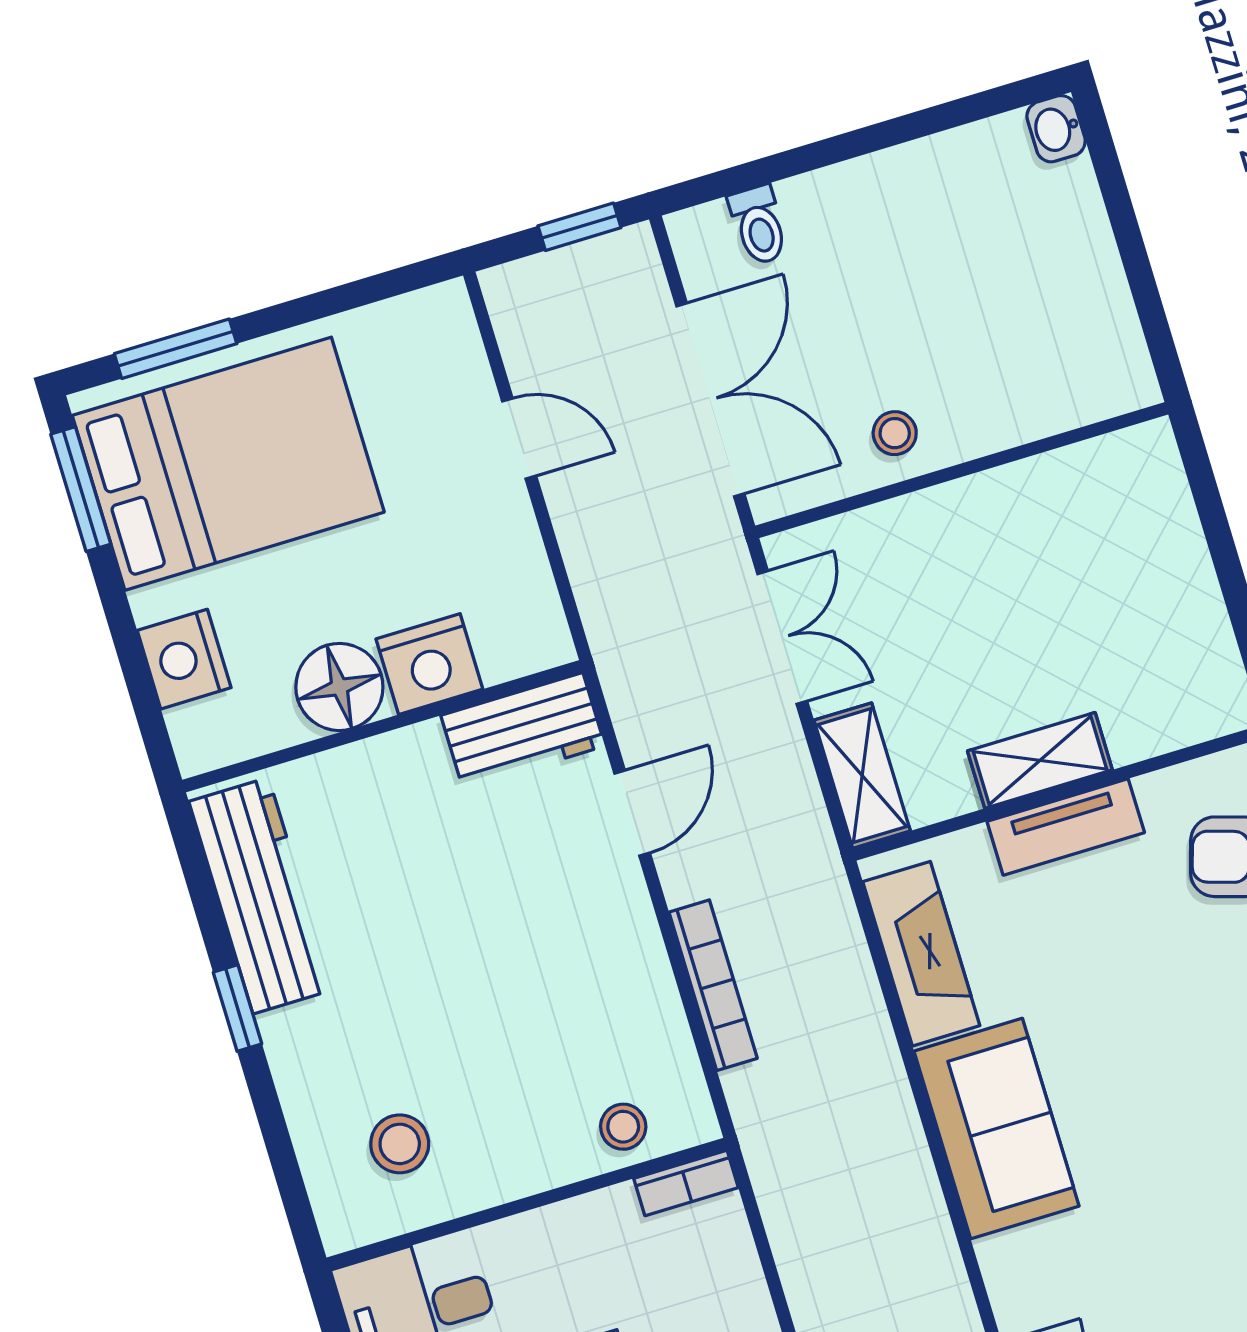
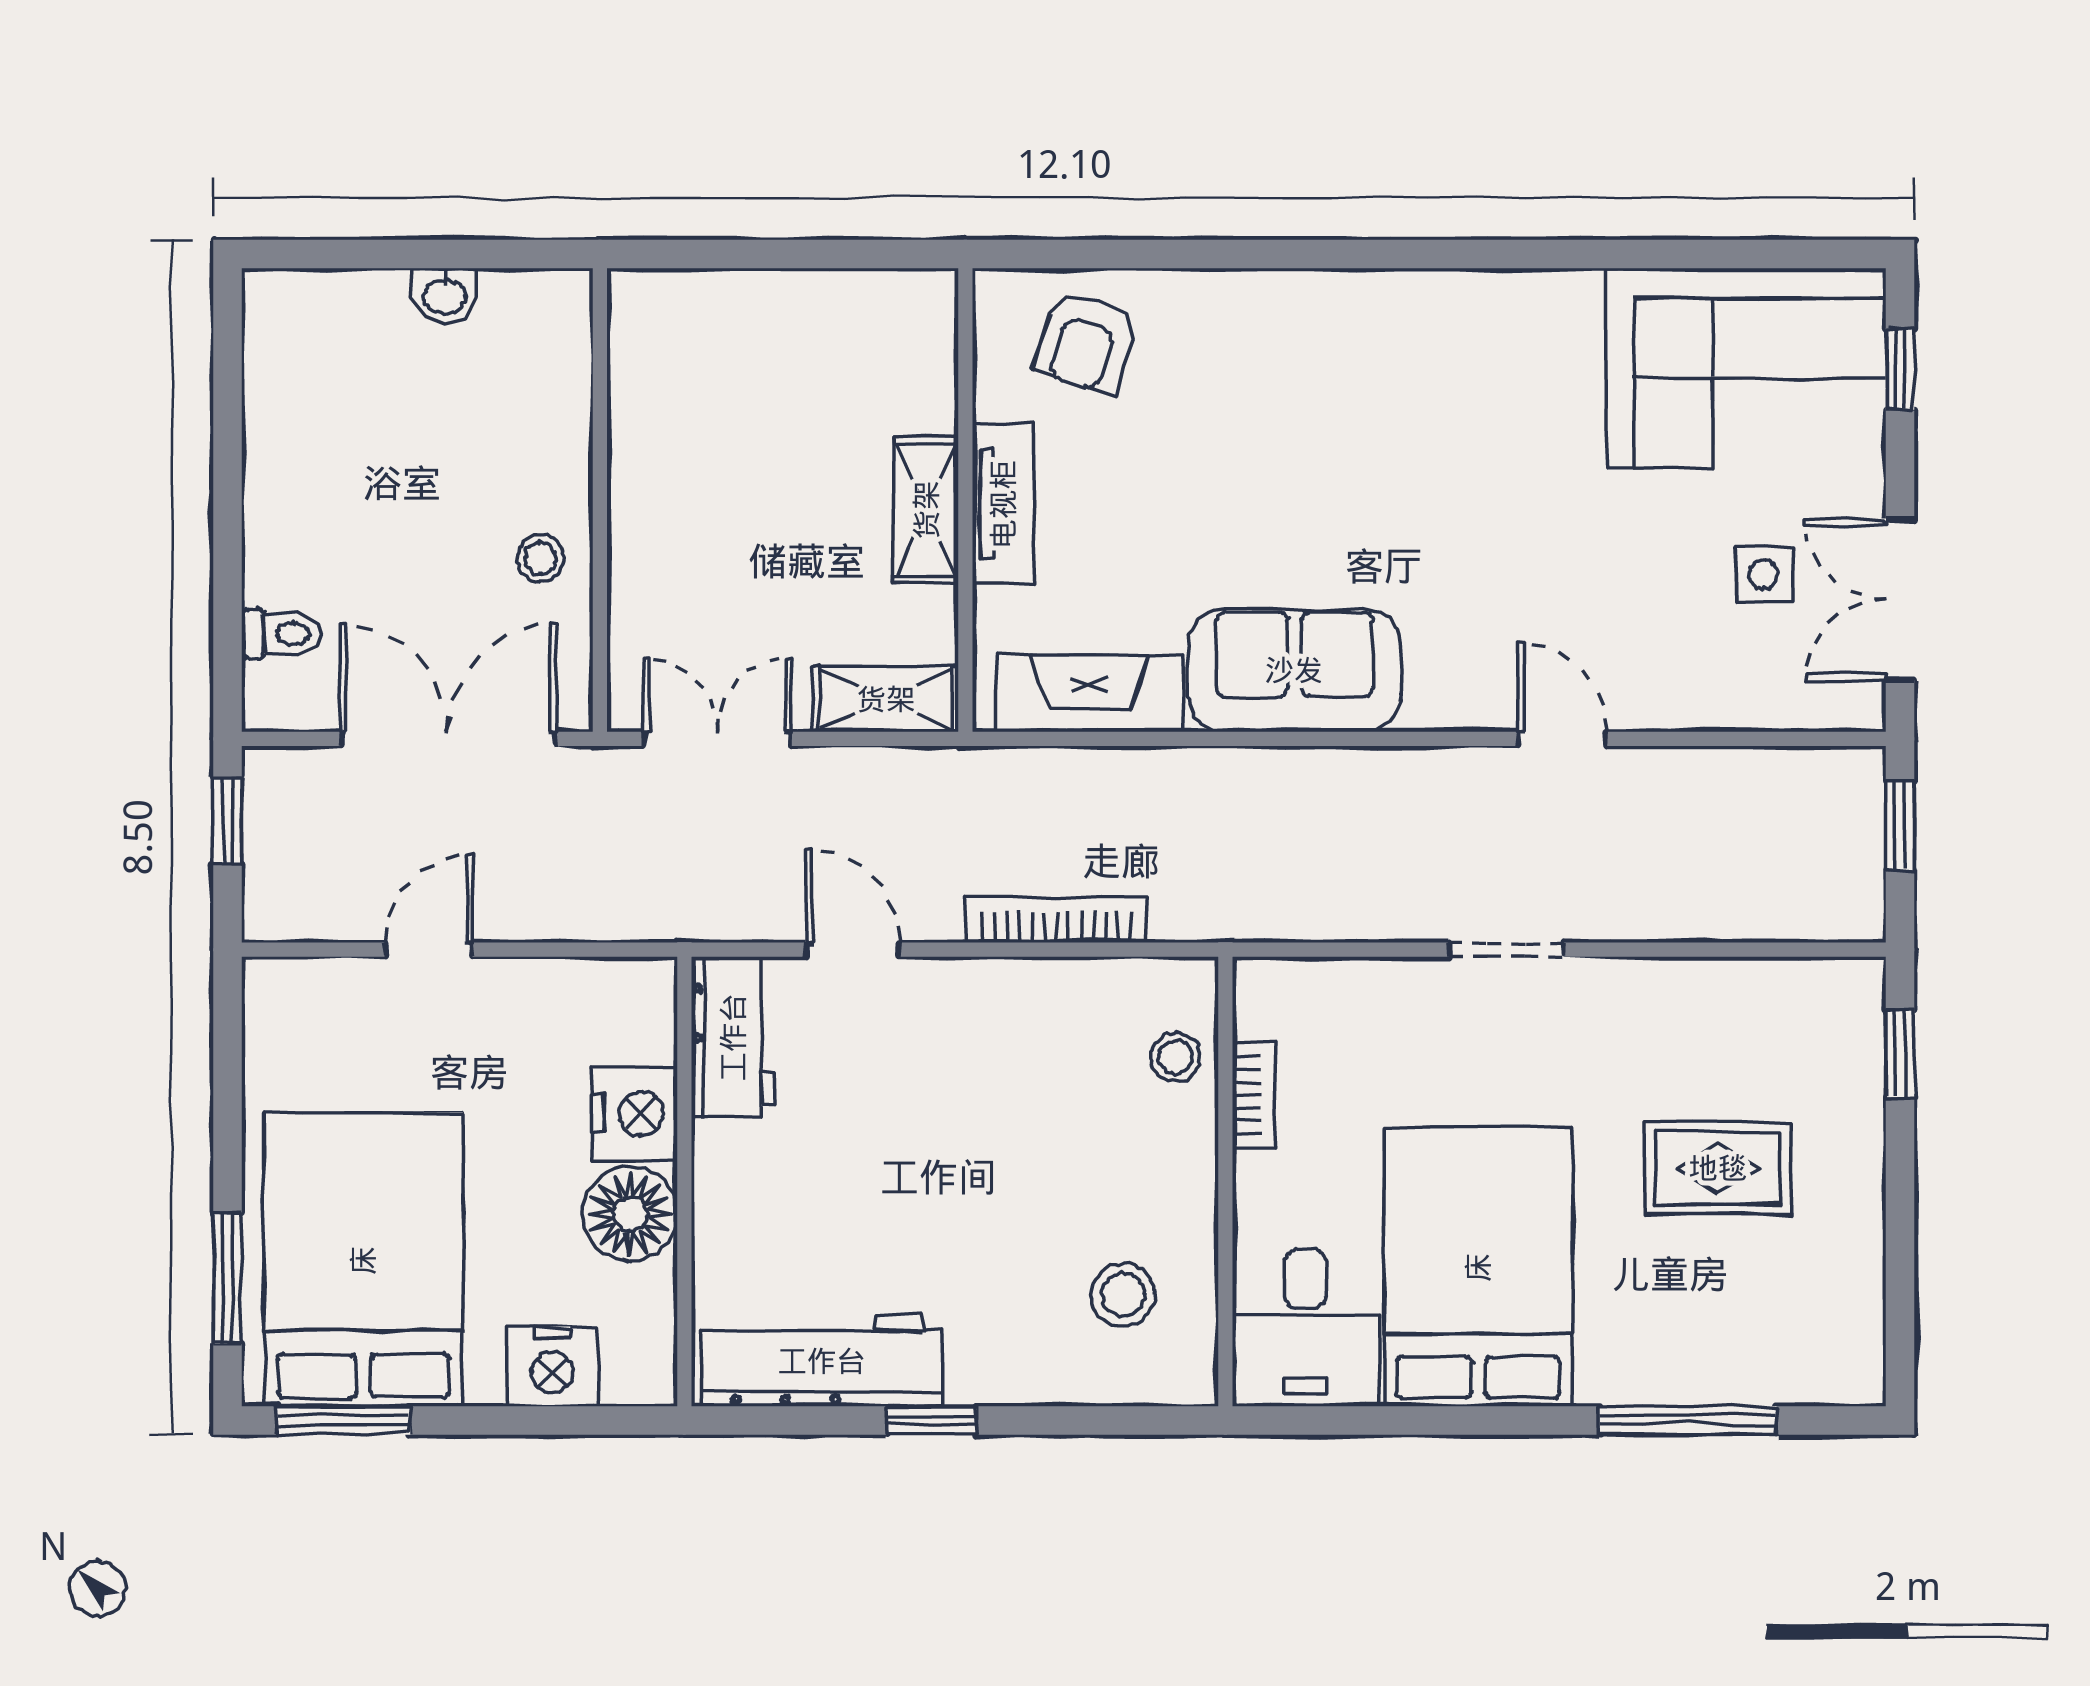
washbasin: (1056, 129) -> (445, 295), moved
bookcase: (686, 1183) -> (1254, 1095), moved

